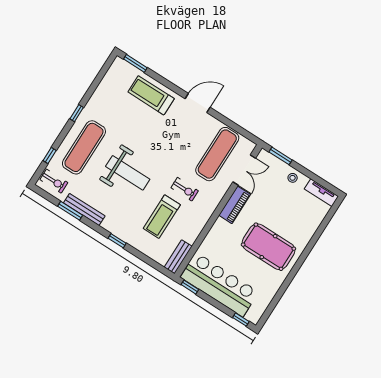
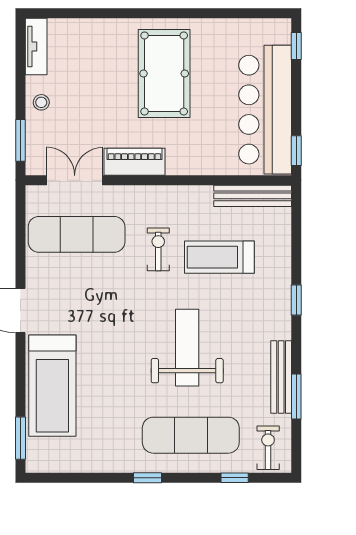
treadmill: (151, 95) -> (52, 386), width x1.37, depth x1.38
treadmill: (162, 217) -> (219, 257), turned 180
bench: (178, 257) -> (253, 196), width x1.36

